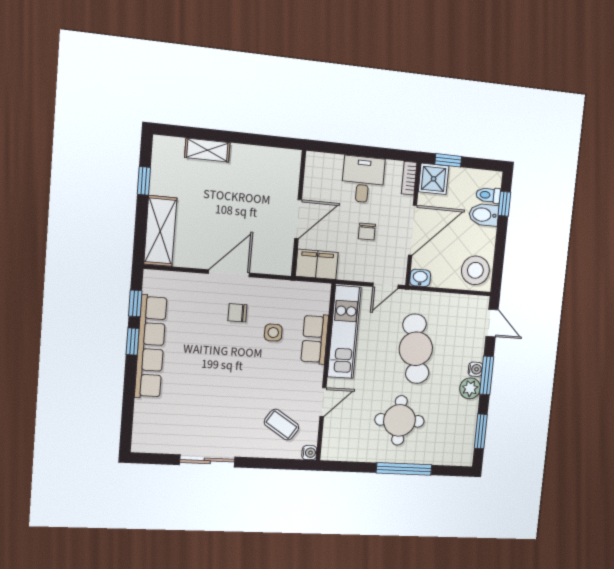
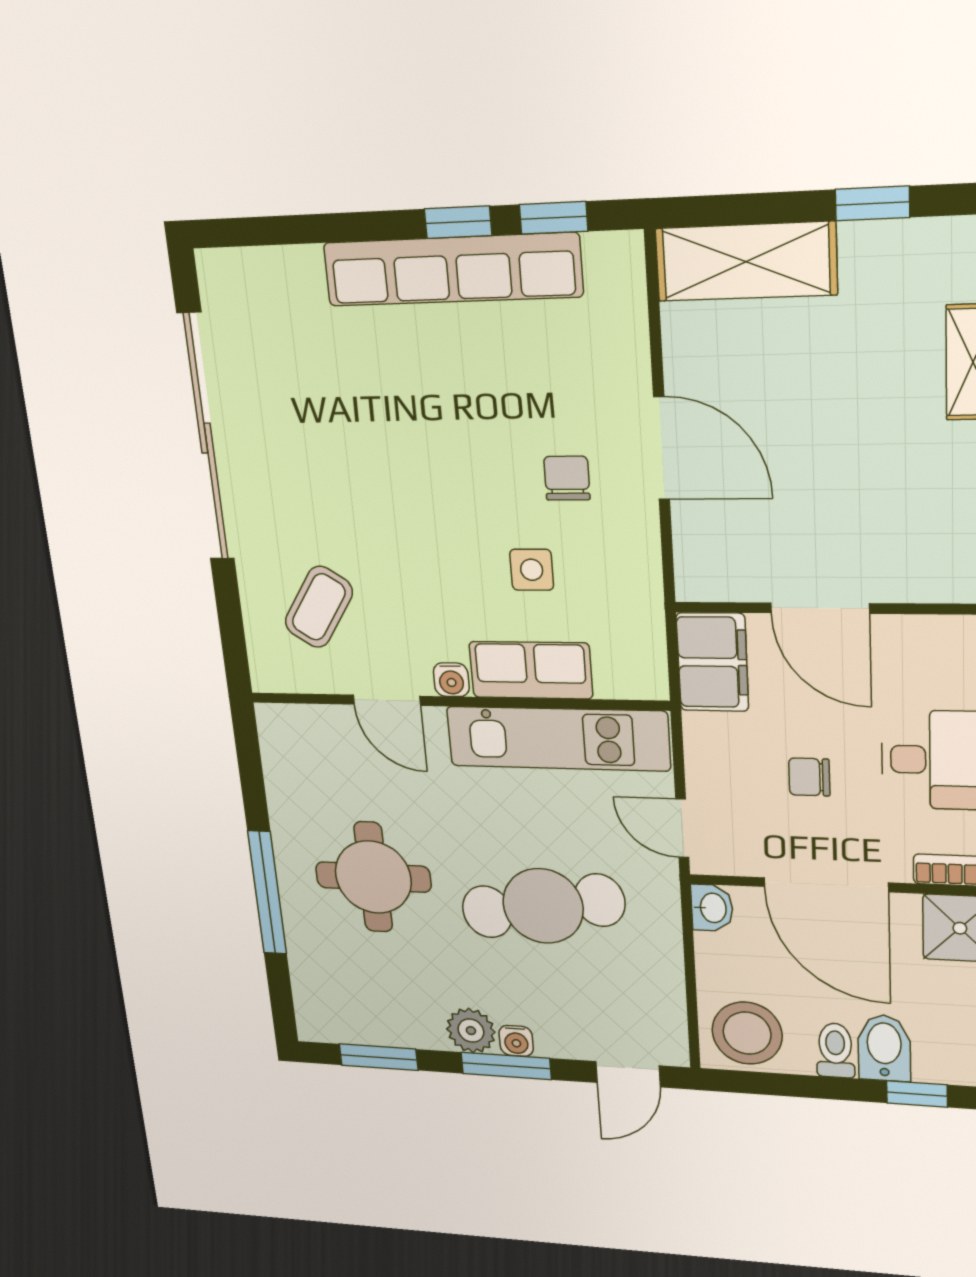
toilet: (488, 195) -> (835, 1050), moved
water cooler: (309, 453) -> (451, 680), moved
sliding door: (207, 461) -> (206, 438), width x1.86

